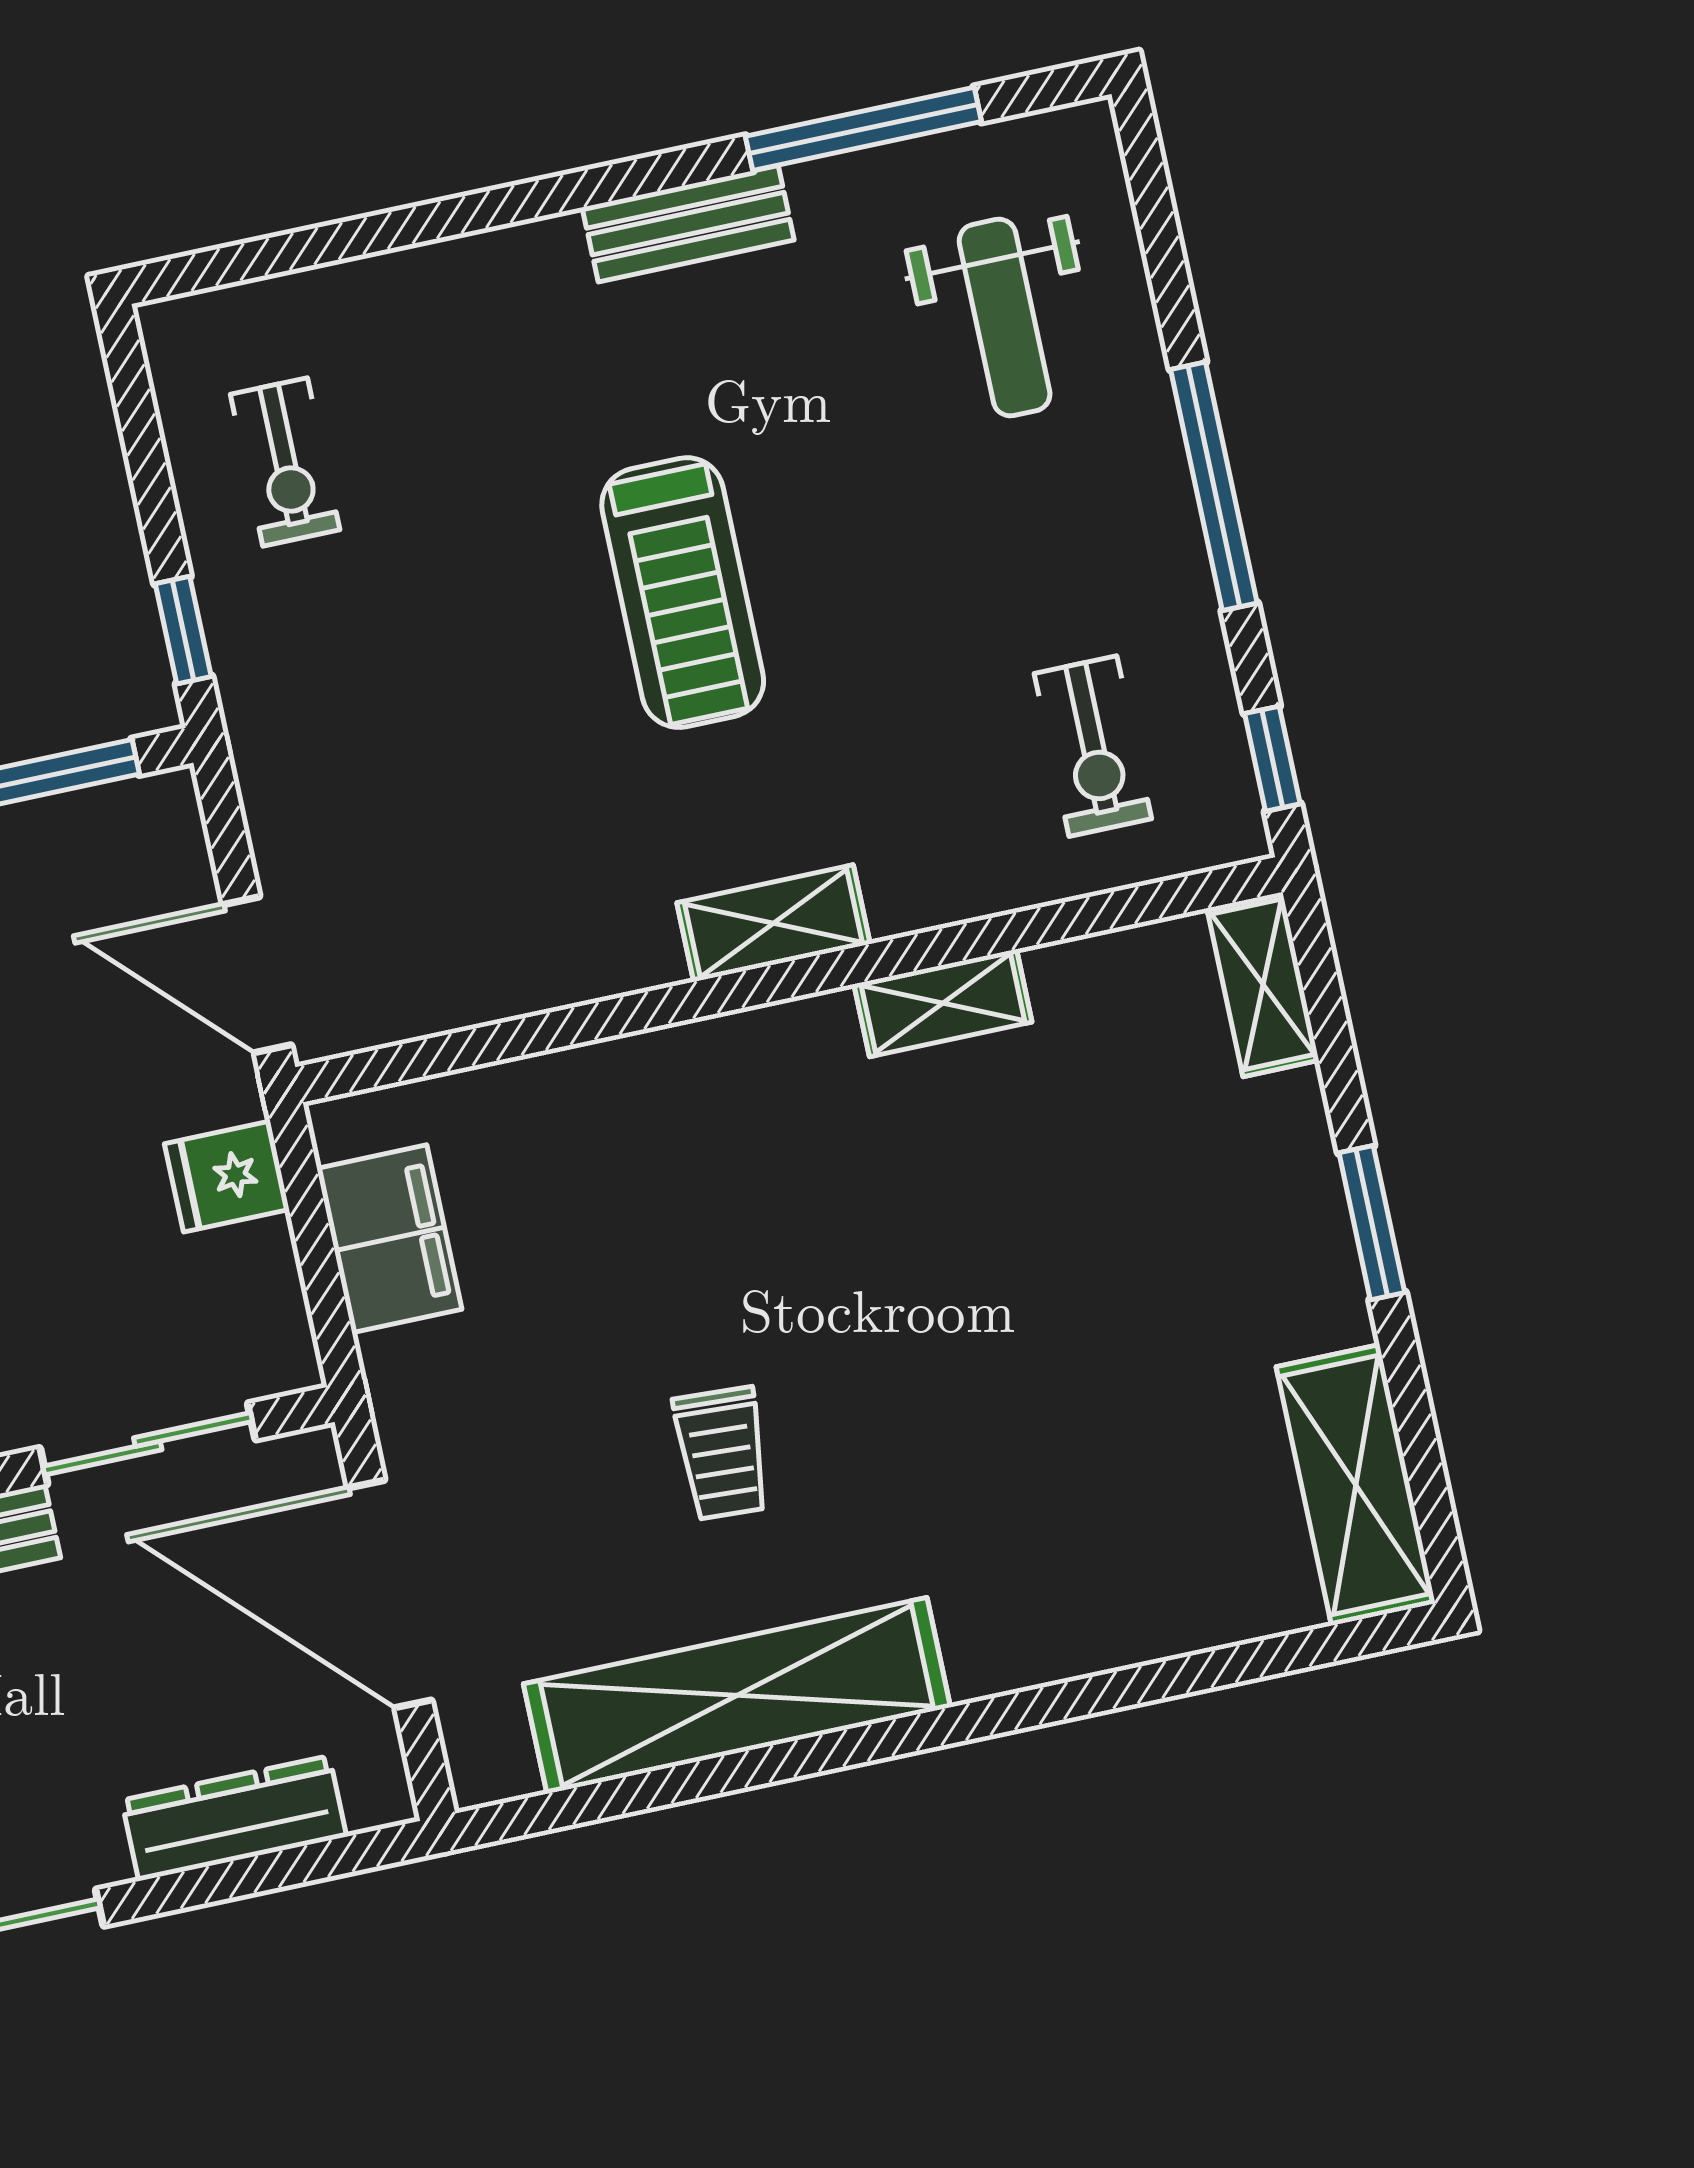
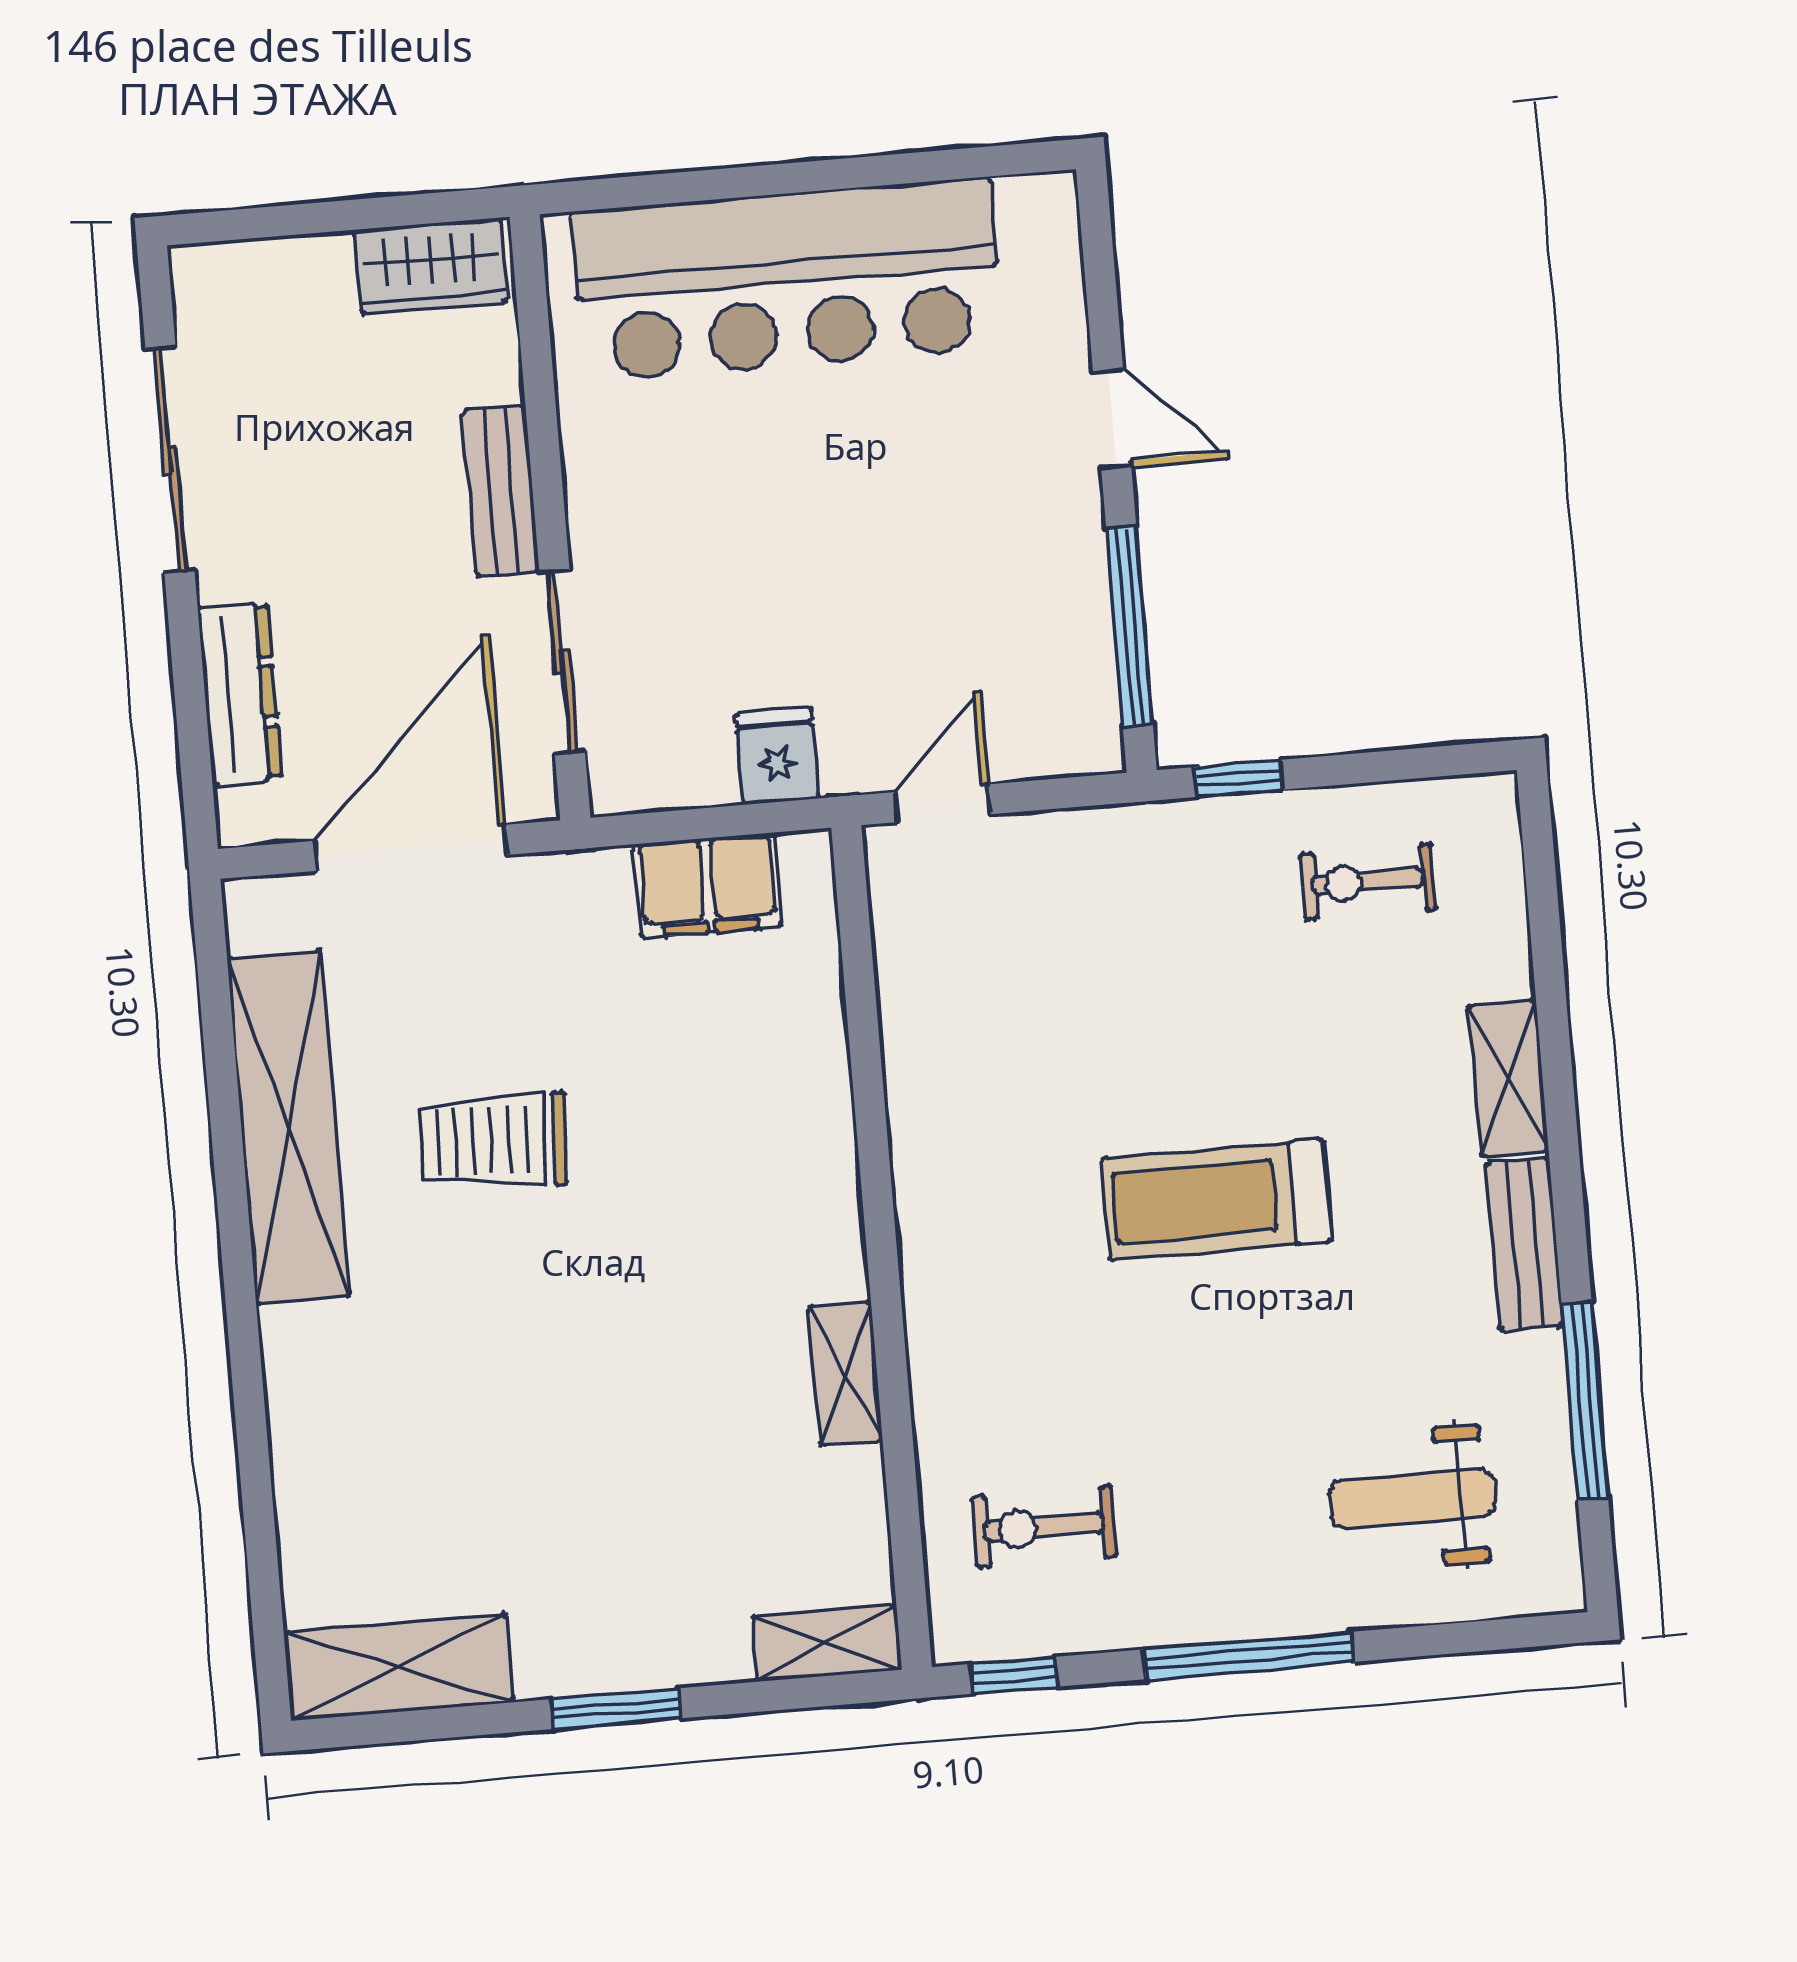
shelving: (773, 923) -> (1508, 1078), moved
door: (257, 975) -> (943, 803), width x0.73
trolley: (722, 1453) -> (493, 1141), width x1.36, depth x1.39

